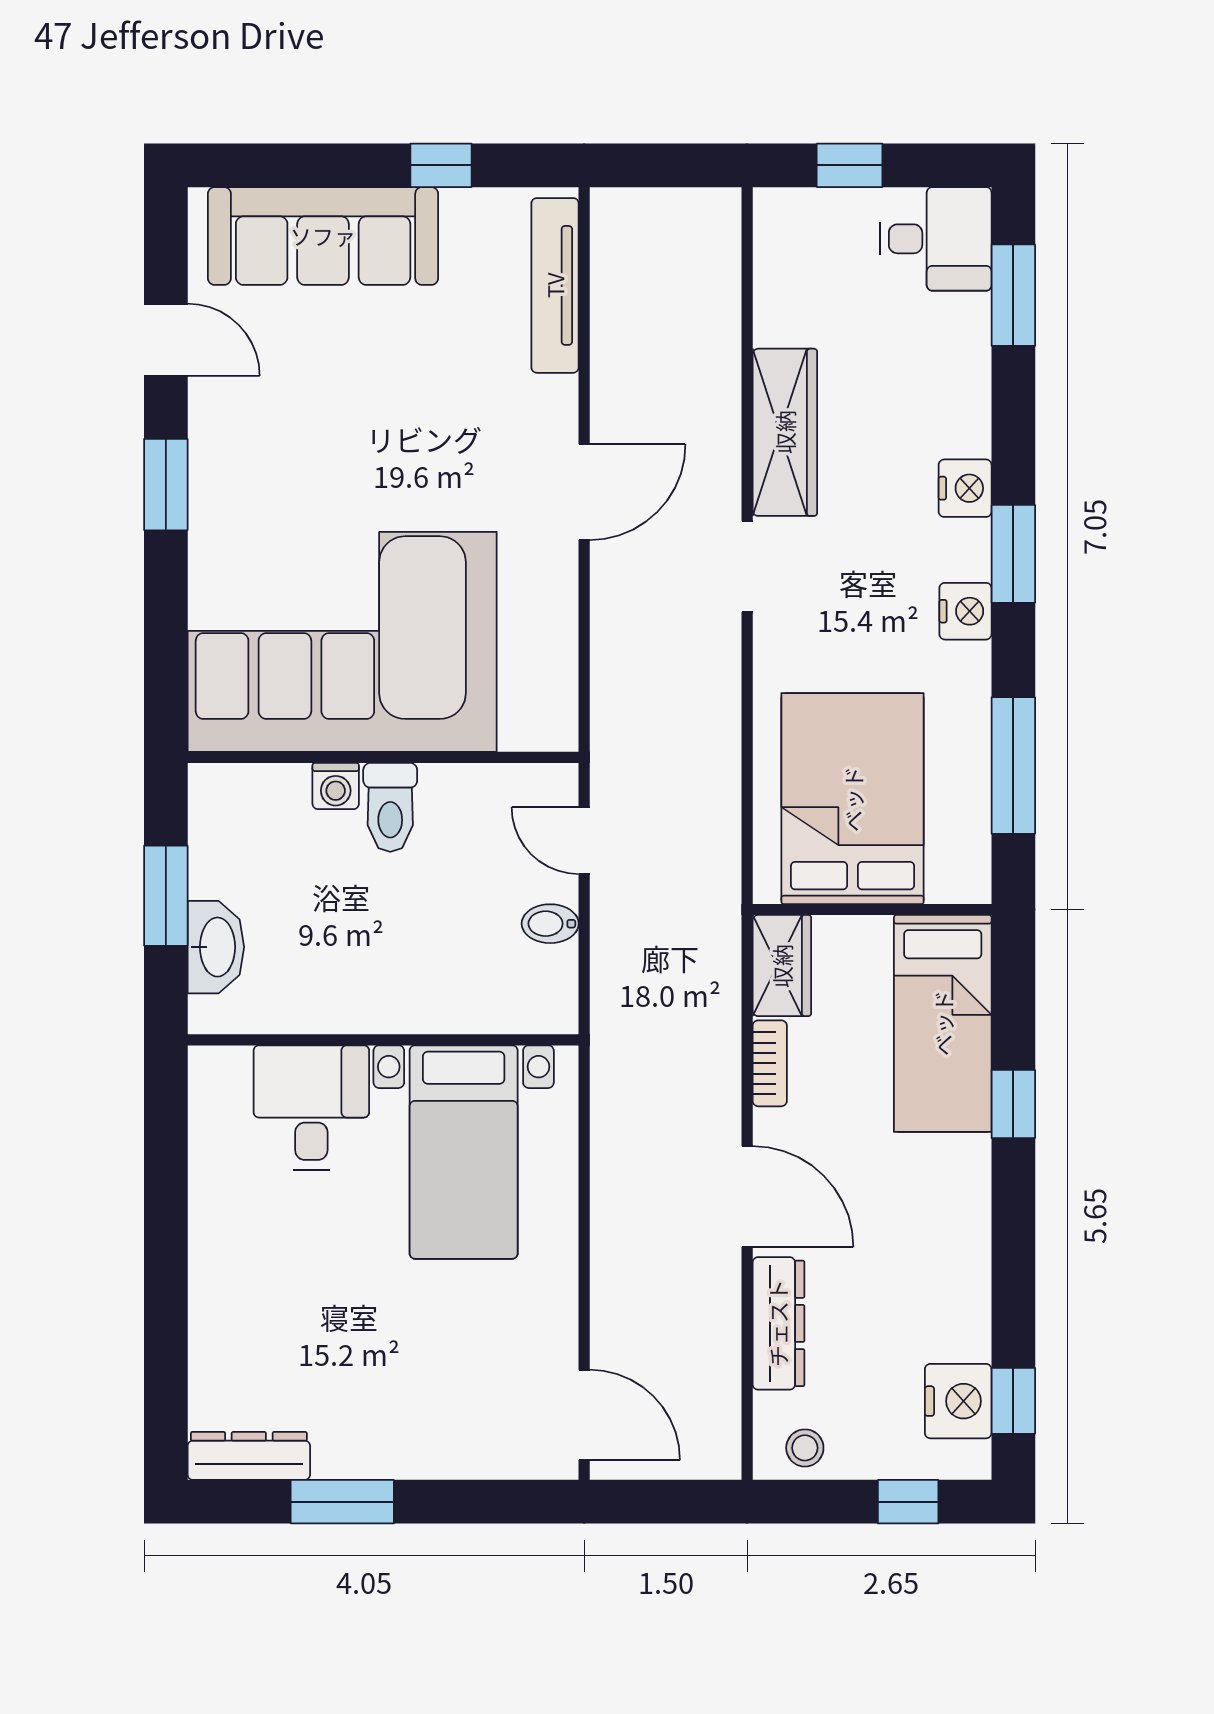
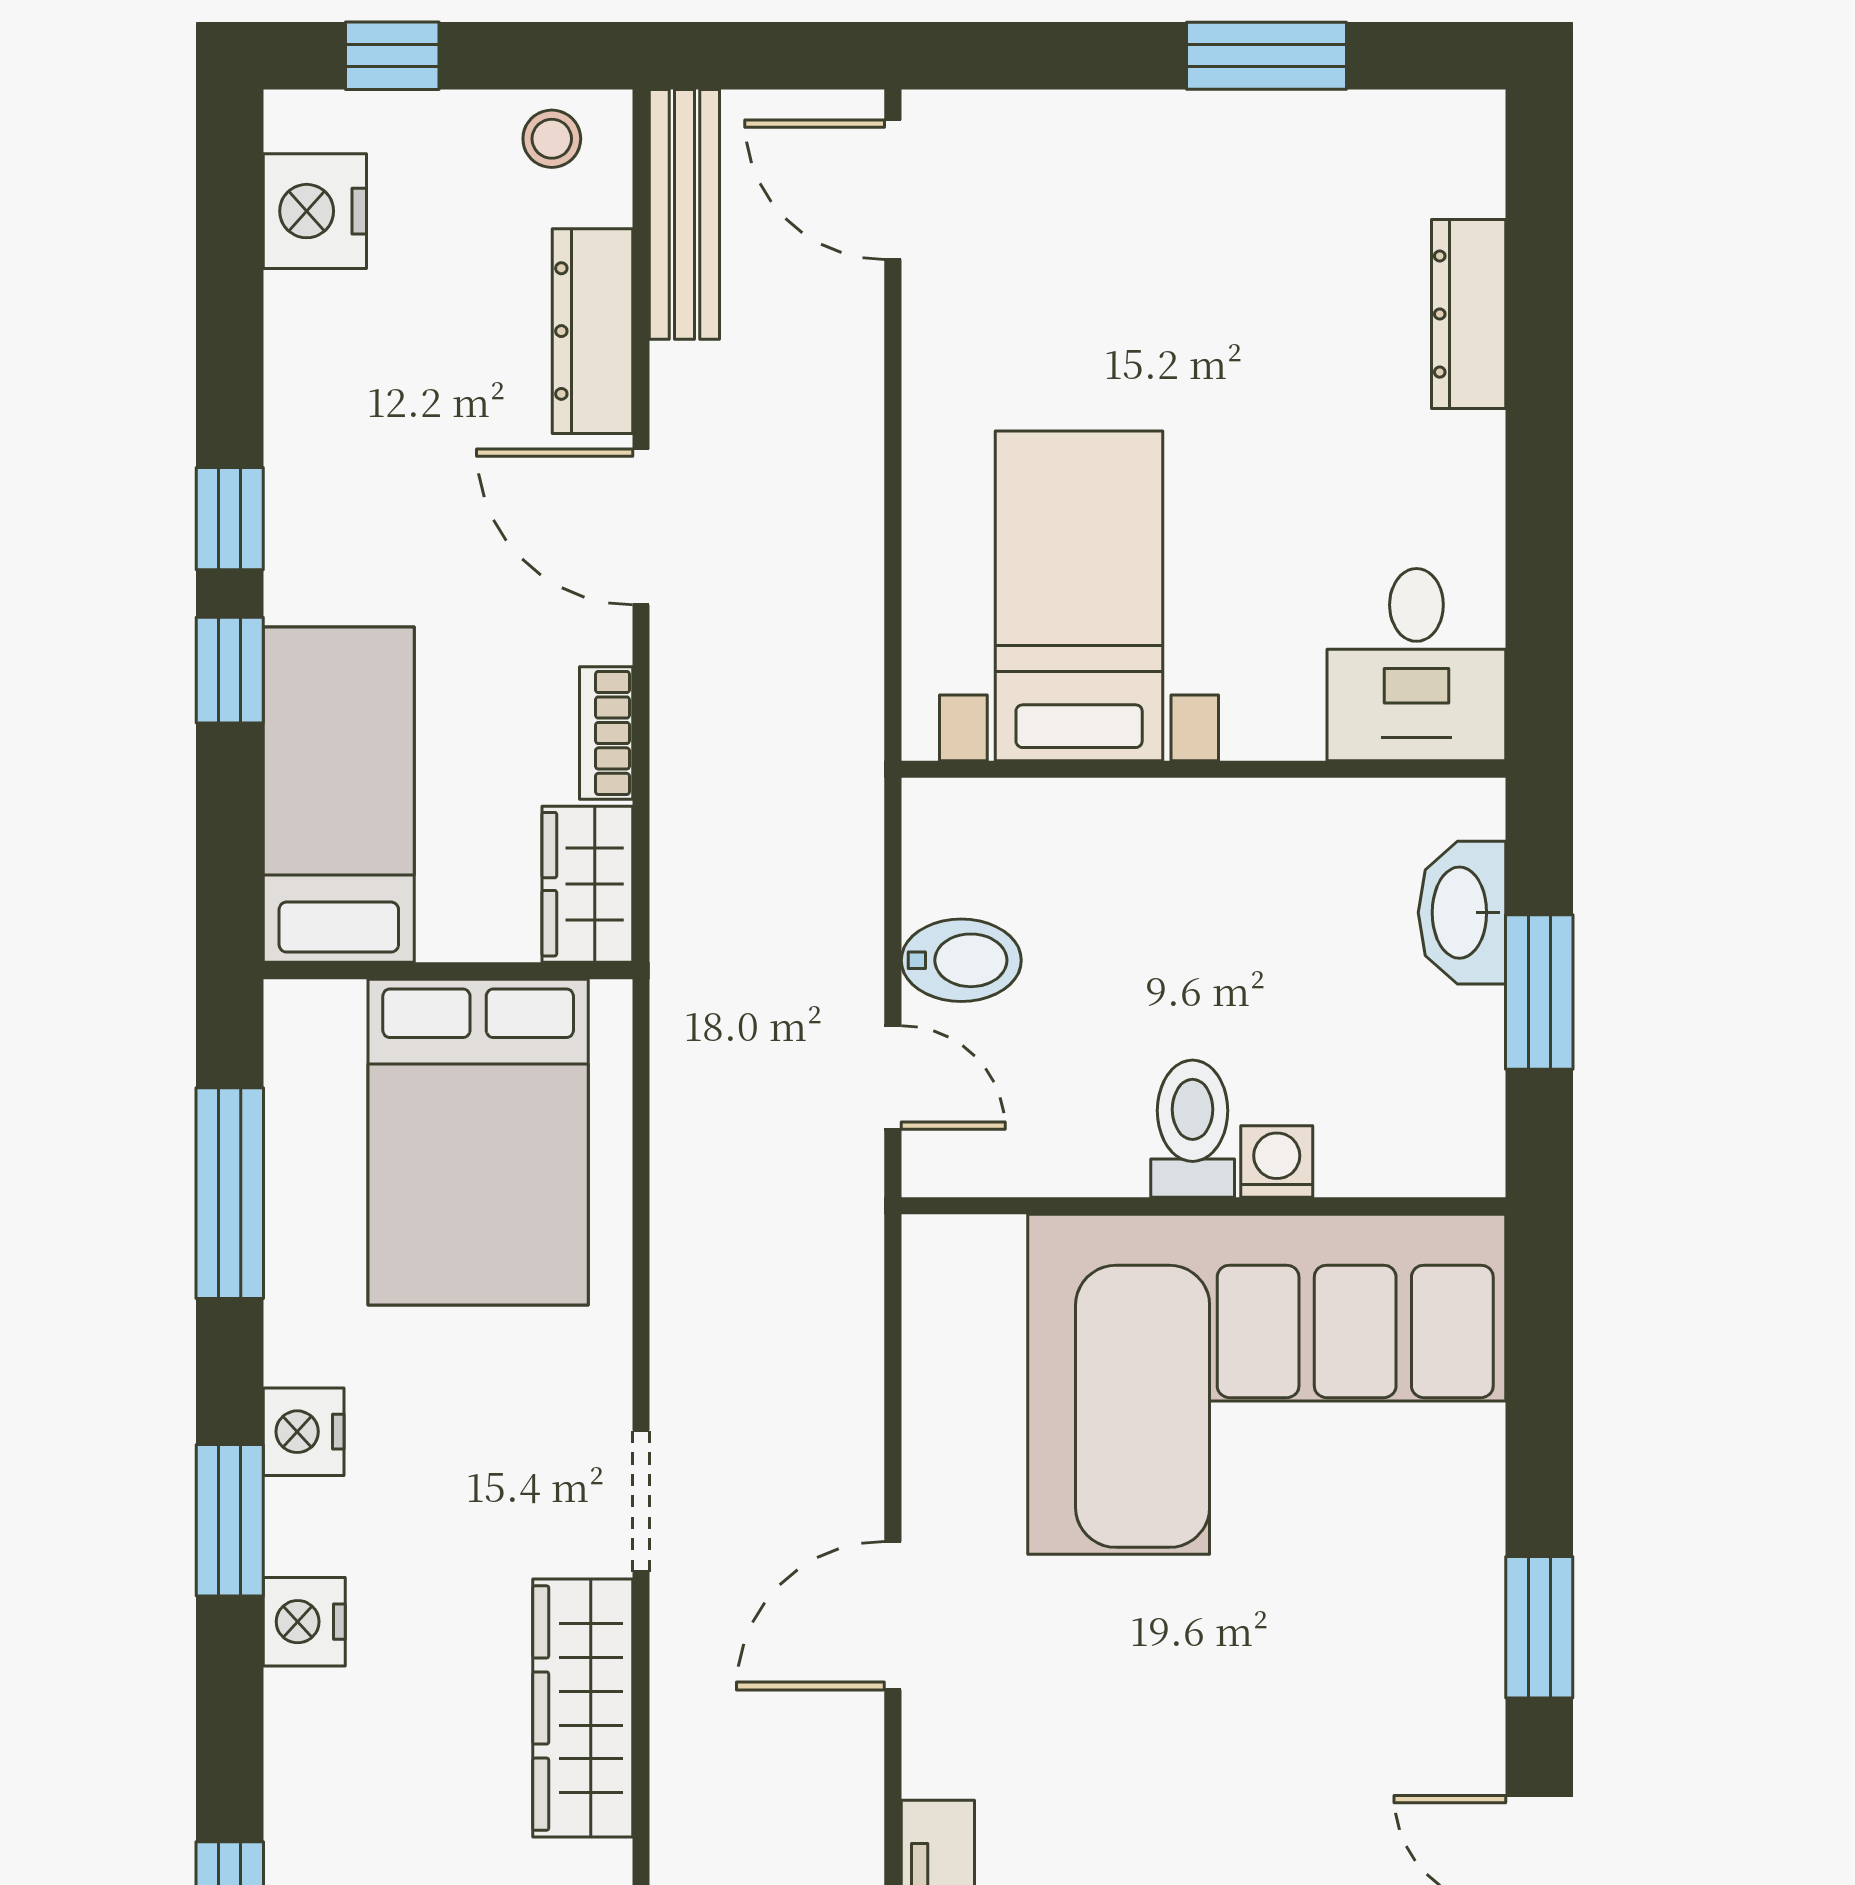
bidet: (550, 924) -> (961, 960), width x1.38, depth x1.36
desk: (311, 1108) -> (1416, 665), moved
bench: (719, 1399) -> (684, 214), added
window: (1013, 1401) -> (230, 519), moved
dresser: (249, 1456) -> (1469, 314), moved, turned 90

